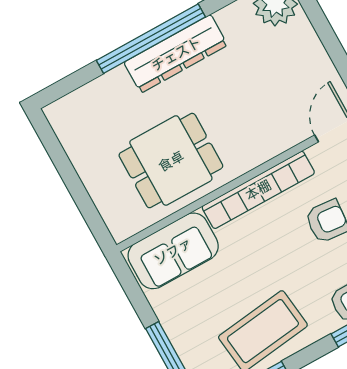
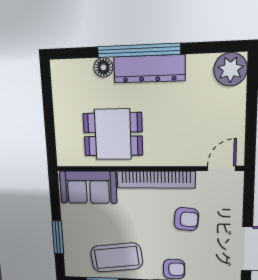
floor lamp: (116, 82) -> (103, 67), added

